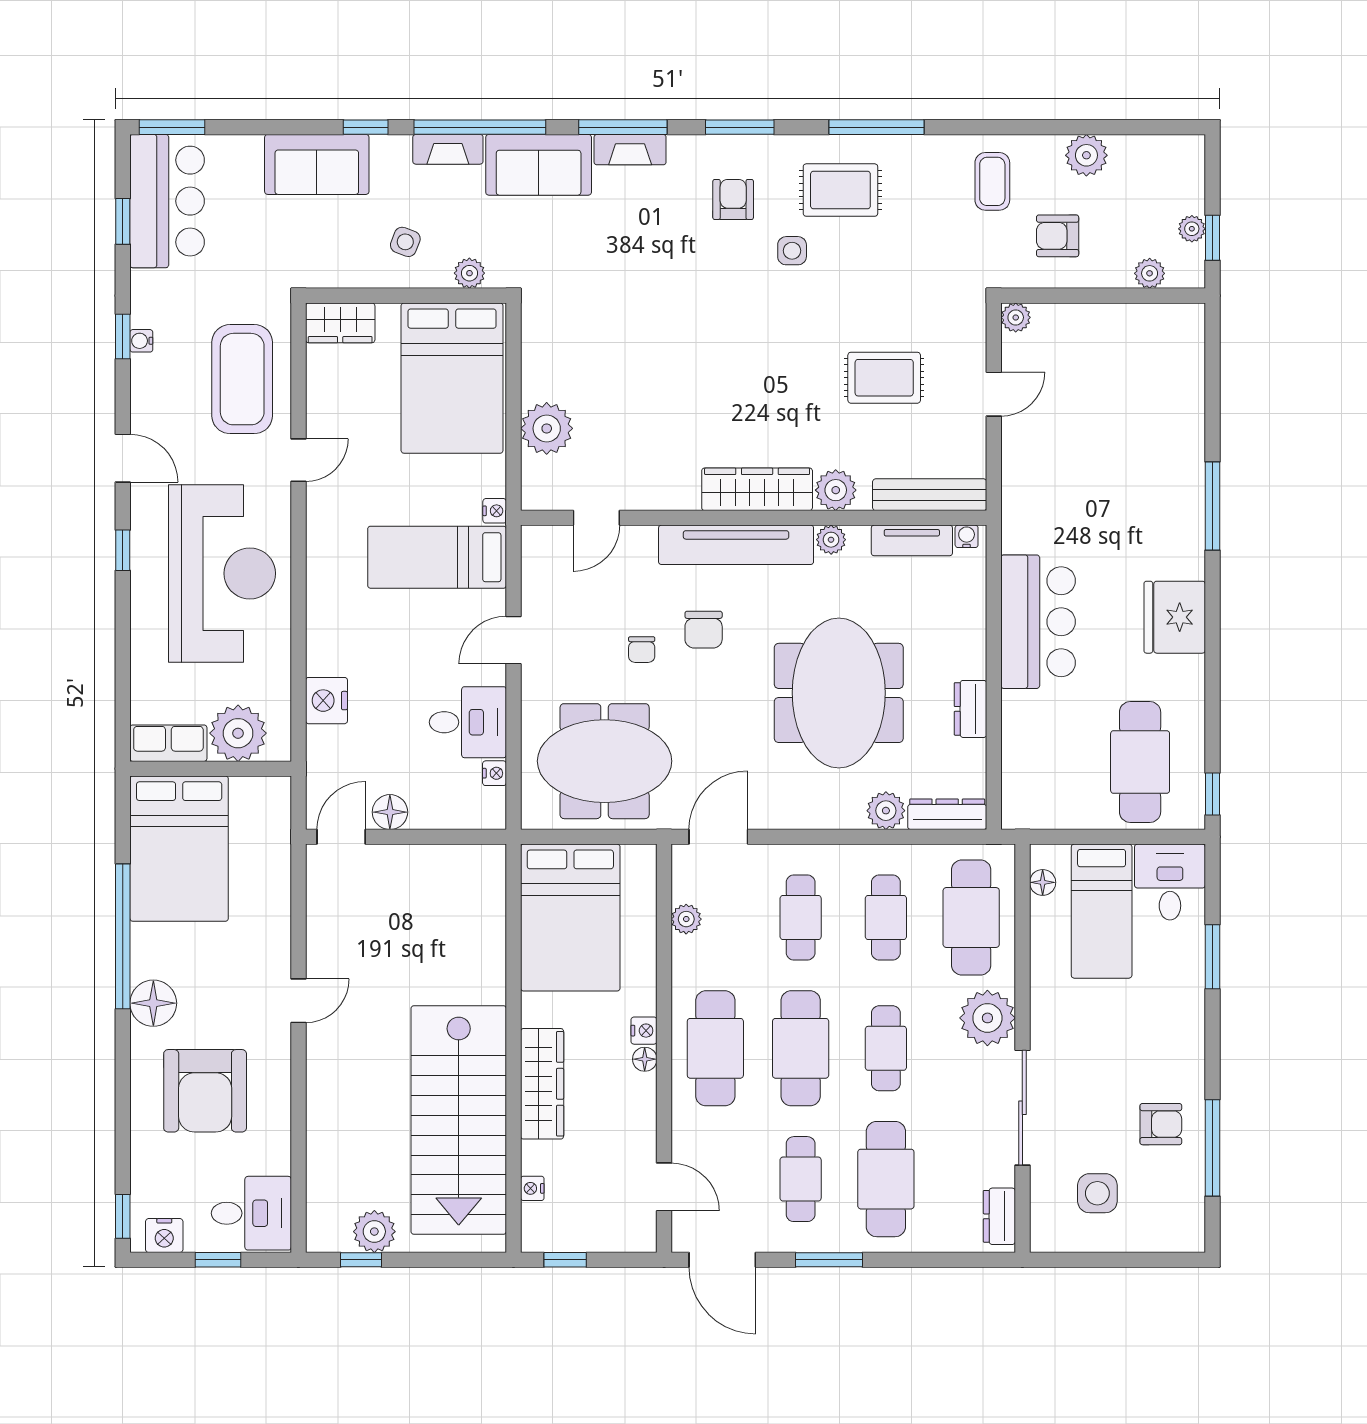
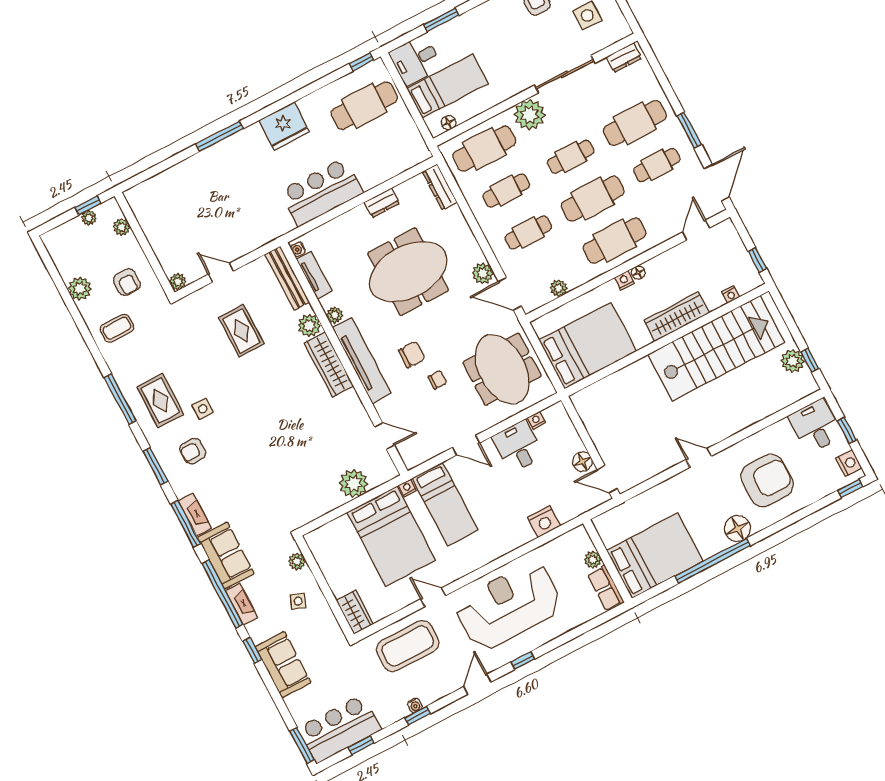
bed: (452, 378) -> (391, 536), moved, turned 90
plant: (238, 733) -> (593, 560), width x0.53, depth x0.53
plant: (886, 811) -> (483, 273), moved

